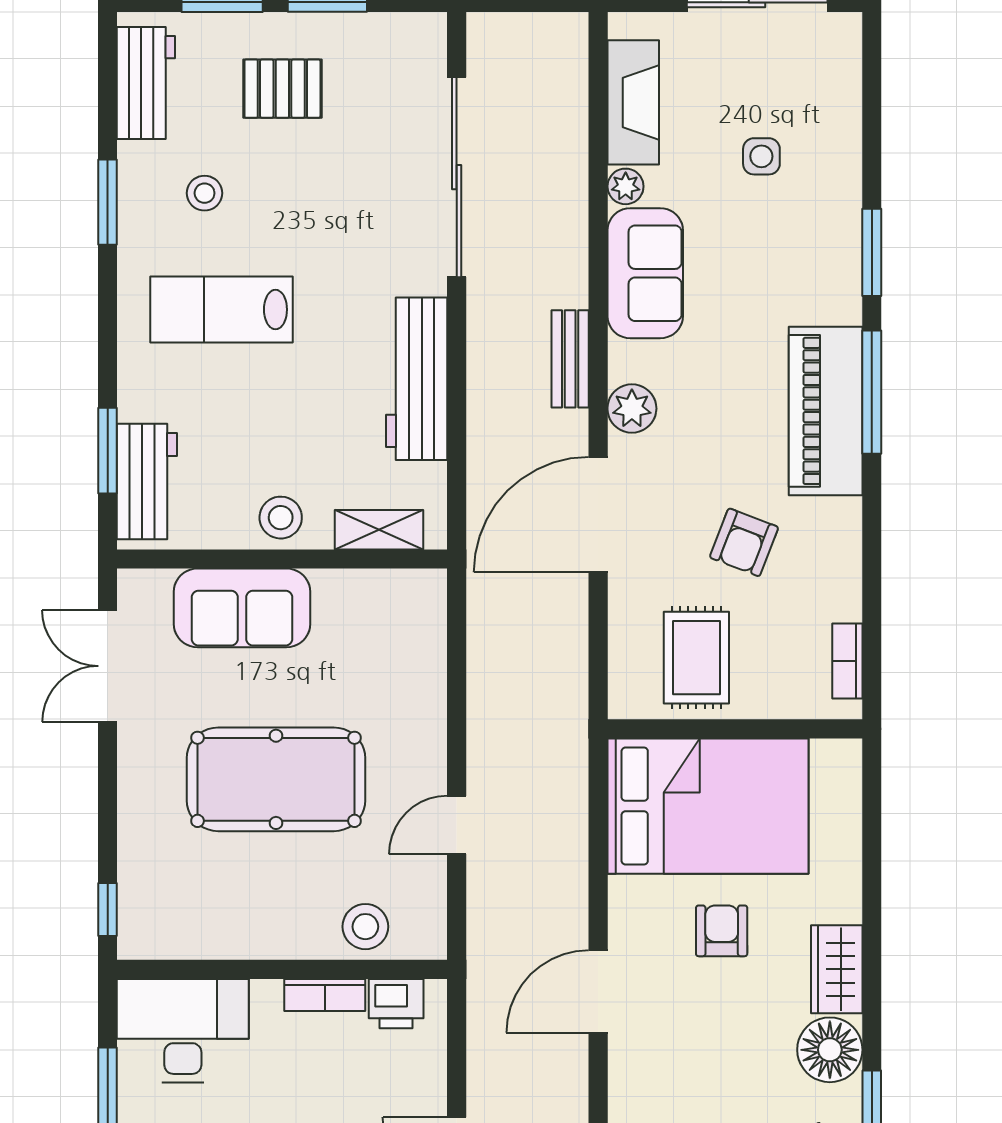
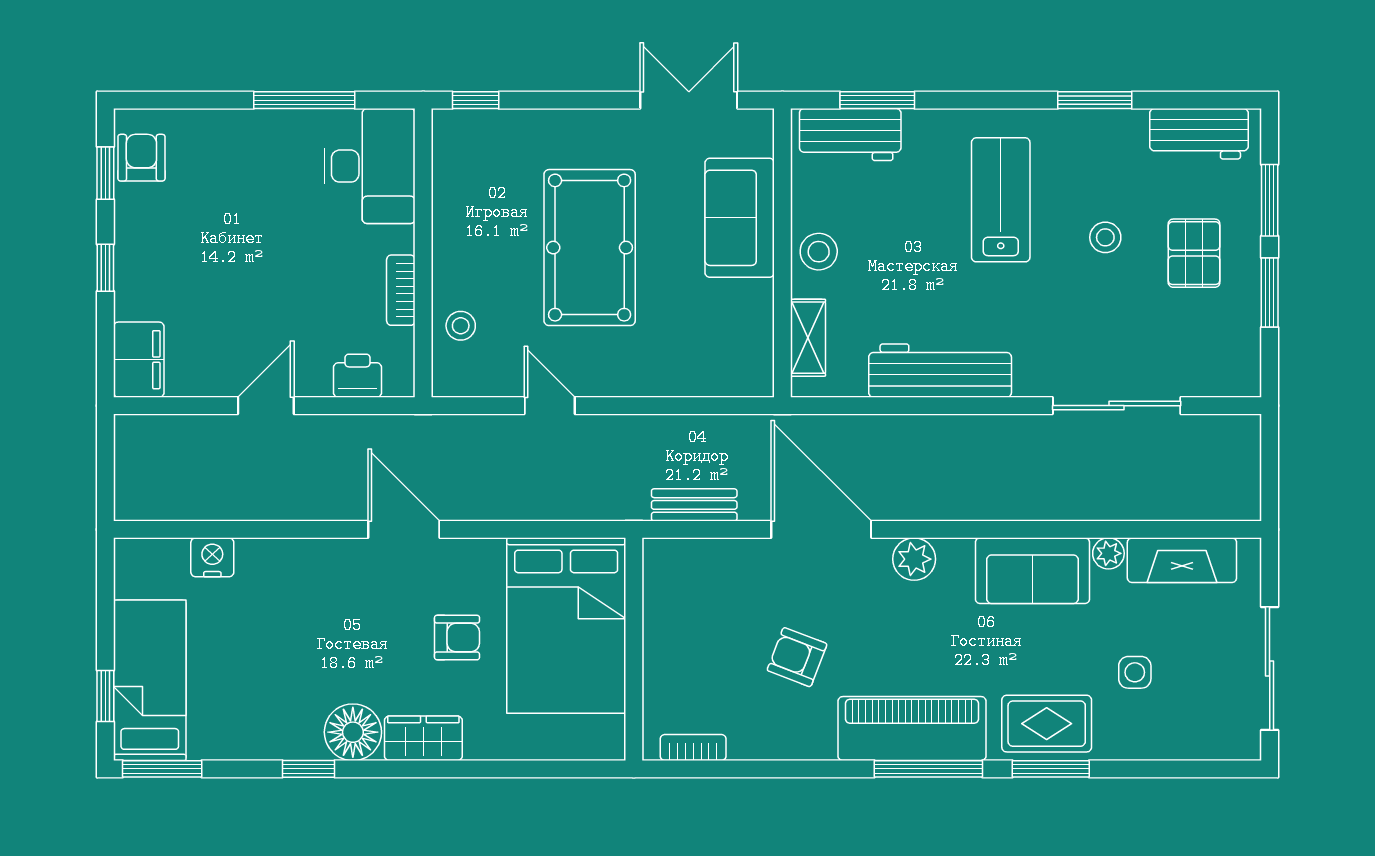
sliding door: (457, 177) -> (1117, 406), width x0.73
stool: (205, 193) -> (1105, 237), moved
bench: (570, 359) -> (694, 505), moved
rug: (696, 658) -> (1047, 724), moved
stool: (365, 927) -> (461, 326), width x0.73, depth x0.73
printer: (396, 1004) -> (358, 376), moved, turned 90

